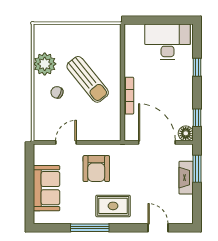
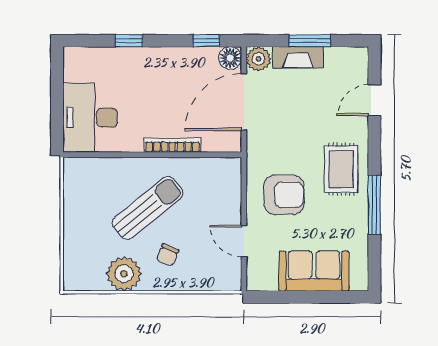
desk: (168, 42) -> (90, 118), moved
plant: (185, 152) -> (258, 59), added
window: (197, 169) -> (310, 41), moved

